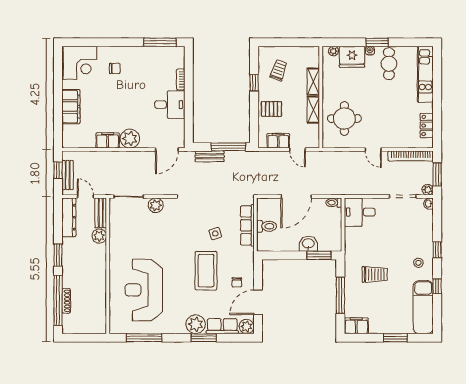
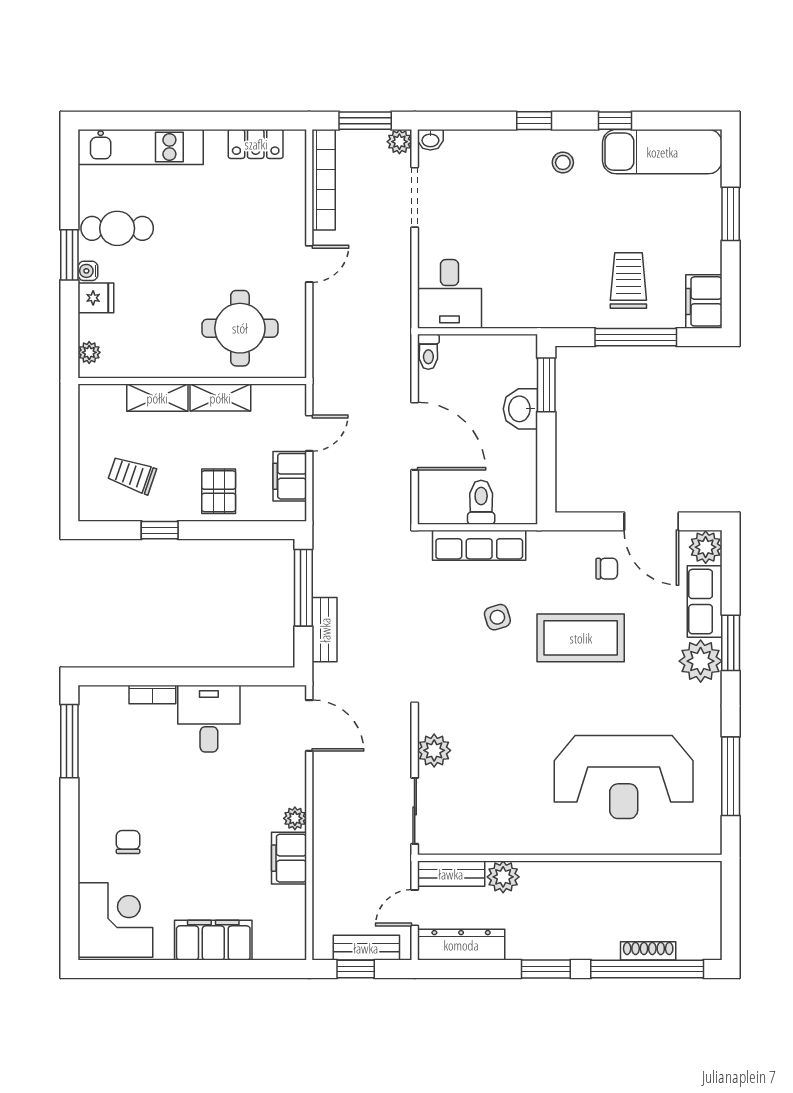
fridge: (352, 57) -> (96, 298), width x0.53, depth x0.75
plant: (130, 139) -> (295, 818), width x0.53, depth x0.53
trolley: (375, 274) -> (628, 280), moved

